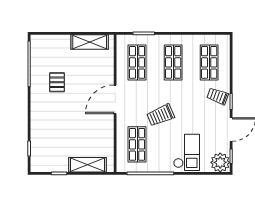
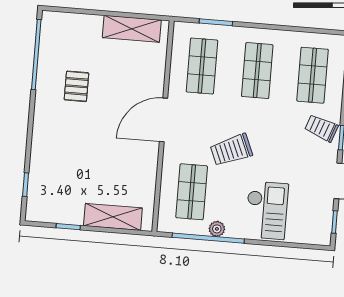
plant: (220, 162) -> (217, 229), moved, width x0.53, depth x0.53

